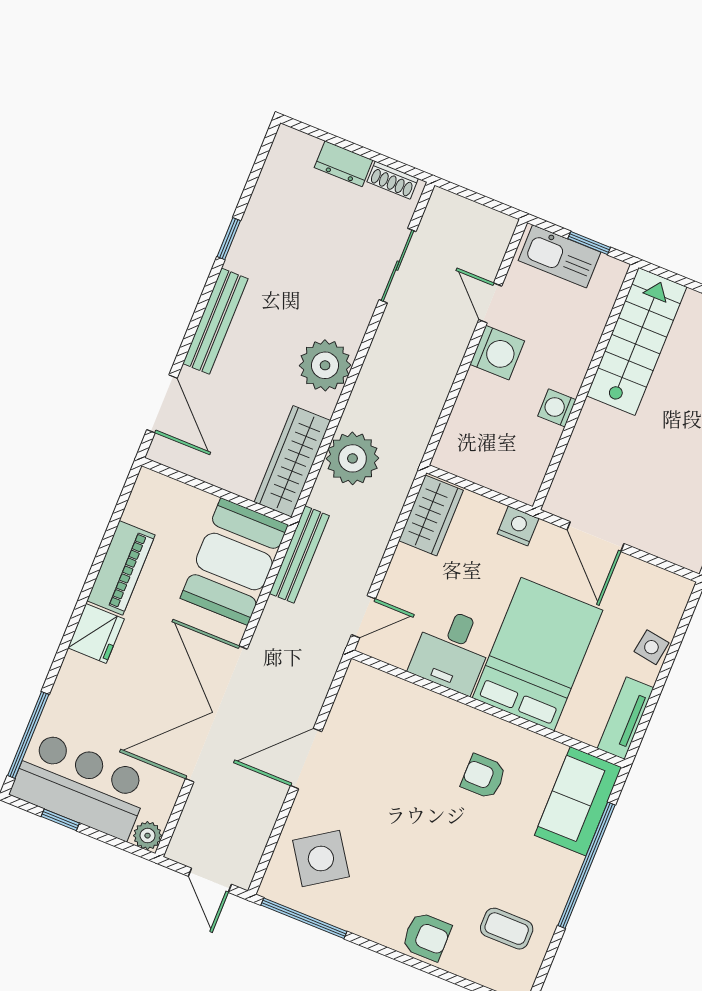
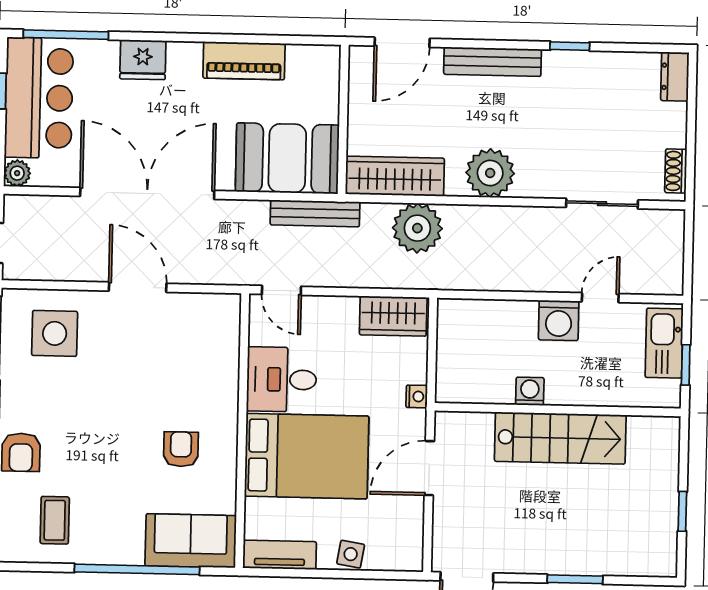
dresser: (344, 164) -> (675, 77), moved
stairs: (637, 341) -> (560, 438), moved
nightstand: (518, 526) -> (417, 396), width x0.72, depth x0.74
fridge: (96, 633) -> (143, 60), moved
side table: (321, 858) -> (55, 333), turned 34

